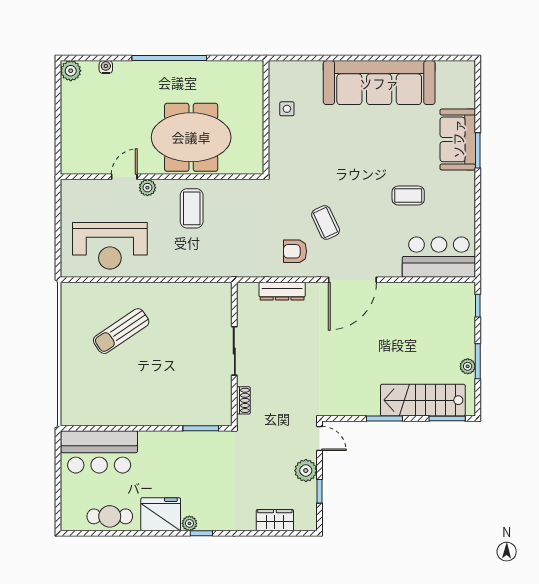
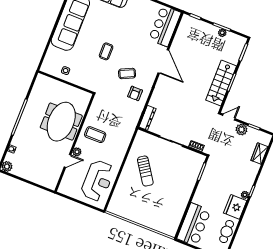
door: (124, 177) -> (68, 161), swing flipped
coffee table: (408, 196) -> (106, 51), moved
door: (352, 280) -> (163, 61), moved
dresser: (282, 291) -> (147, 118), moved
sun lounger: (121, 331) -> (145, 171), moved
stairs: (423, 400) -> (221, 83), moved

